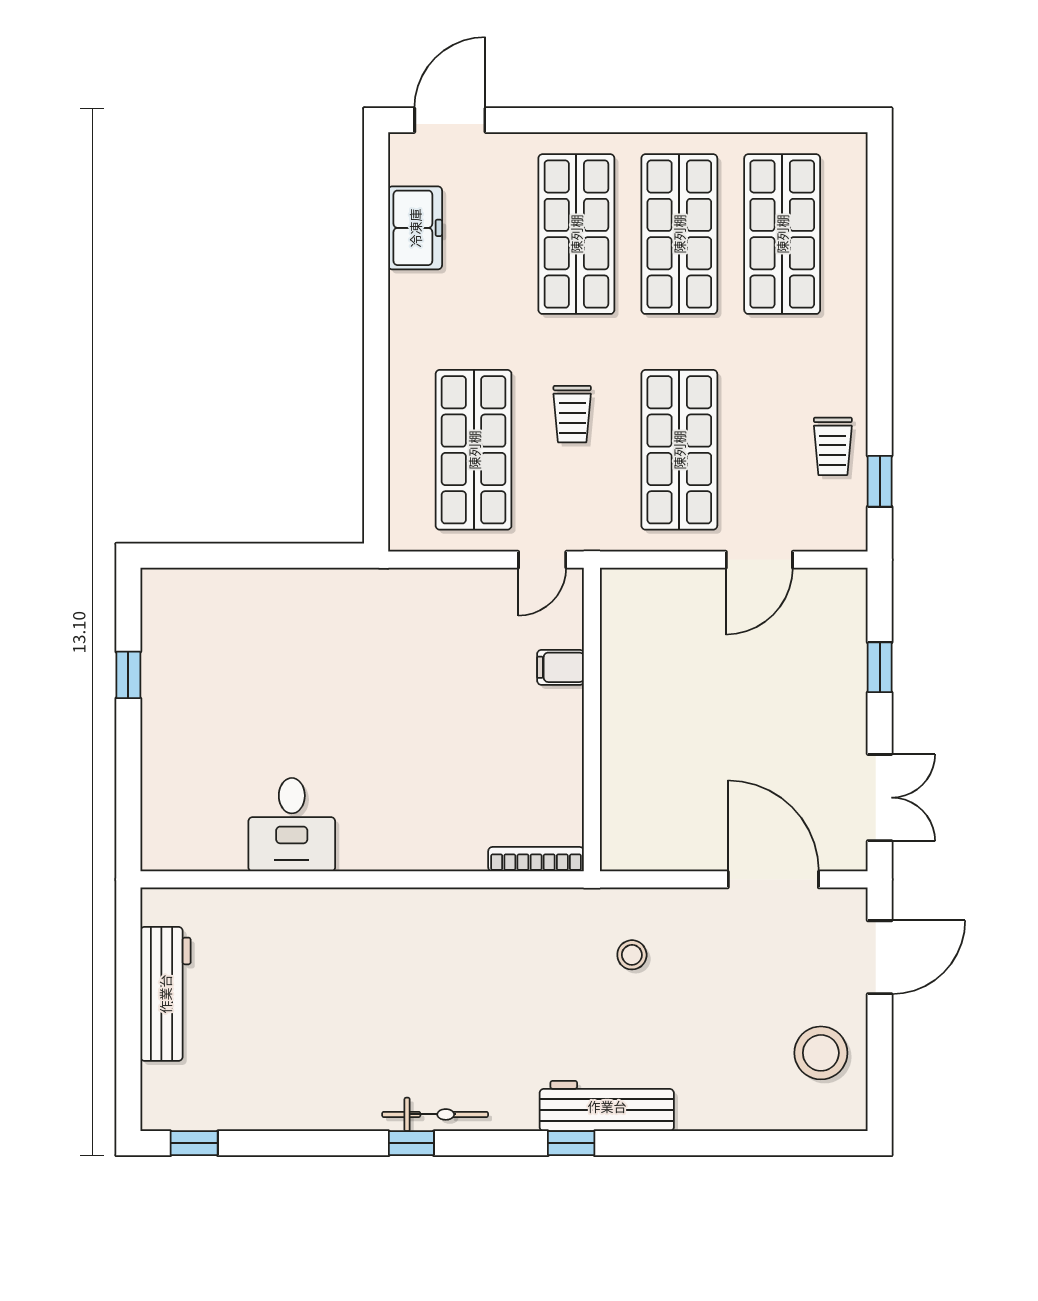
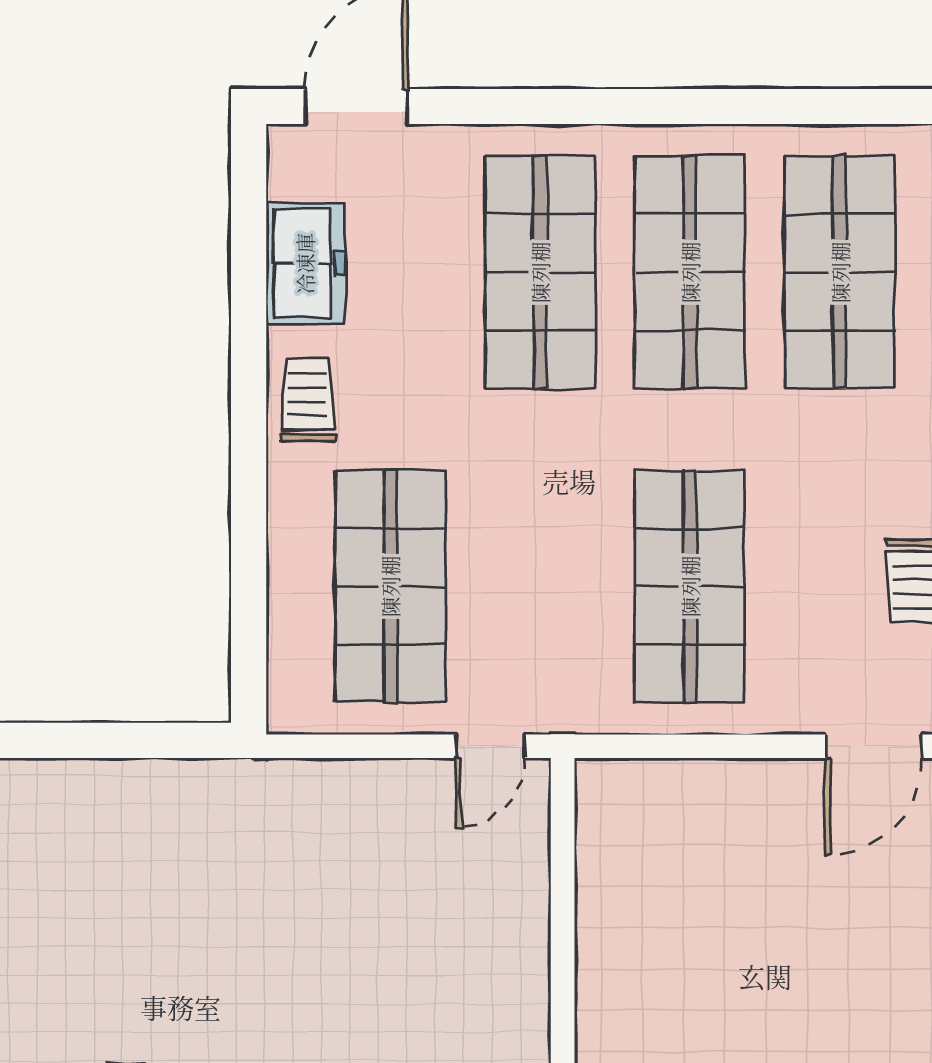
trolley: (572, 414) -> (308, 400), moved, turned 180
door: (759, 560) -> (874, 746), moved
filing cabinet: (561, 667) -> (517, 903), removed

